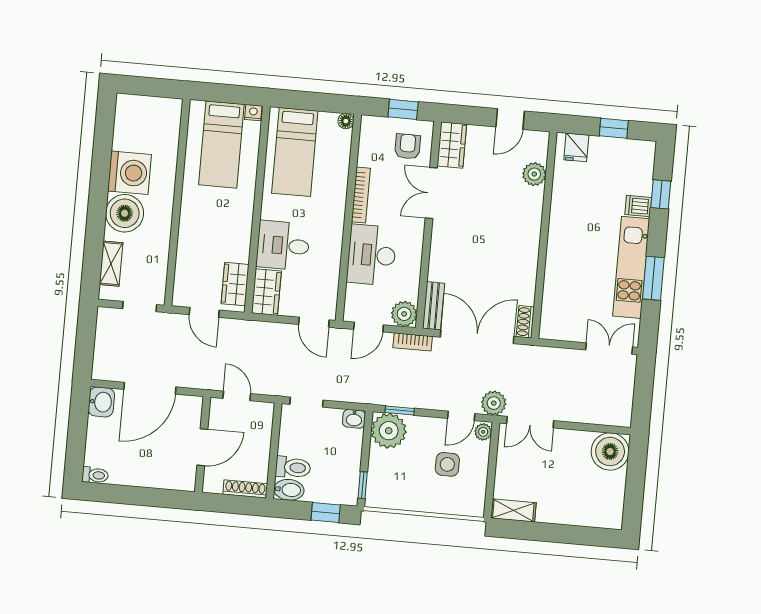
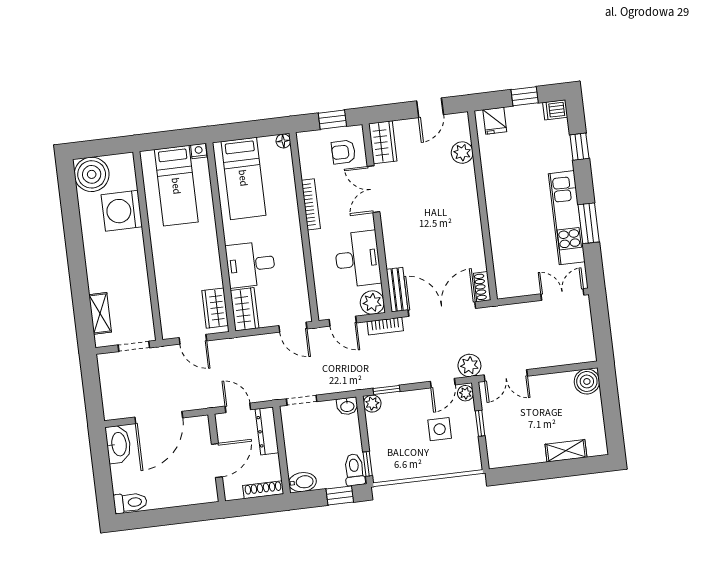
armchair: (408, 146) -> (343, 152), turned -90
washing machine: (130, 173) -> (122, 211), moved, turned 180
dishwasher: (638, 206) -> (555, 110), moved
boiler: (125, 213) -> (92, 174), moved
desk: (372, 255) -> (358, 259), moved, turned 180
door: (369, 327) -> (343, 321), hinge flipped
washbasin: (101, 402) -> (118, 444), width x1.38
dresser: (263, 427) -> (267, 431), added
plant: (389, 431) -> (372, 404), width x0.53, depth x0.53
boiler: (610, 451) -> (587, 381), width x0.73, depth x0.73
toilet: (293, 467) -> (354, 470), moved, turned -90
window: (492, 467) -> (480, 423), added
toilet: (95, 475) -> (130, 503), width x1.37, depth x1.39
shelving: (513, 510) -> (566, 451), moved

